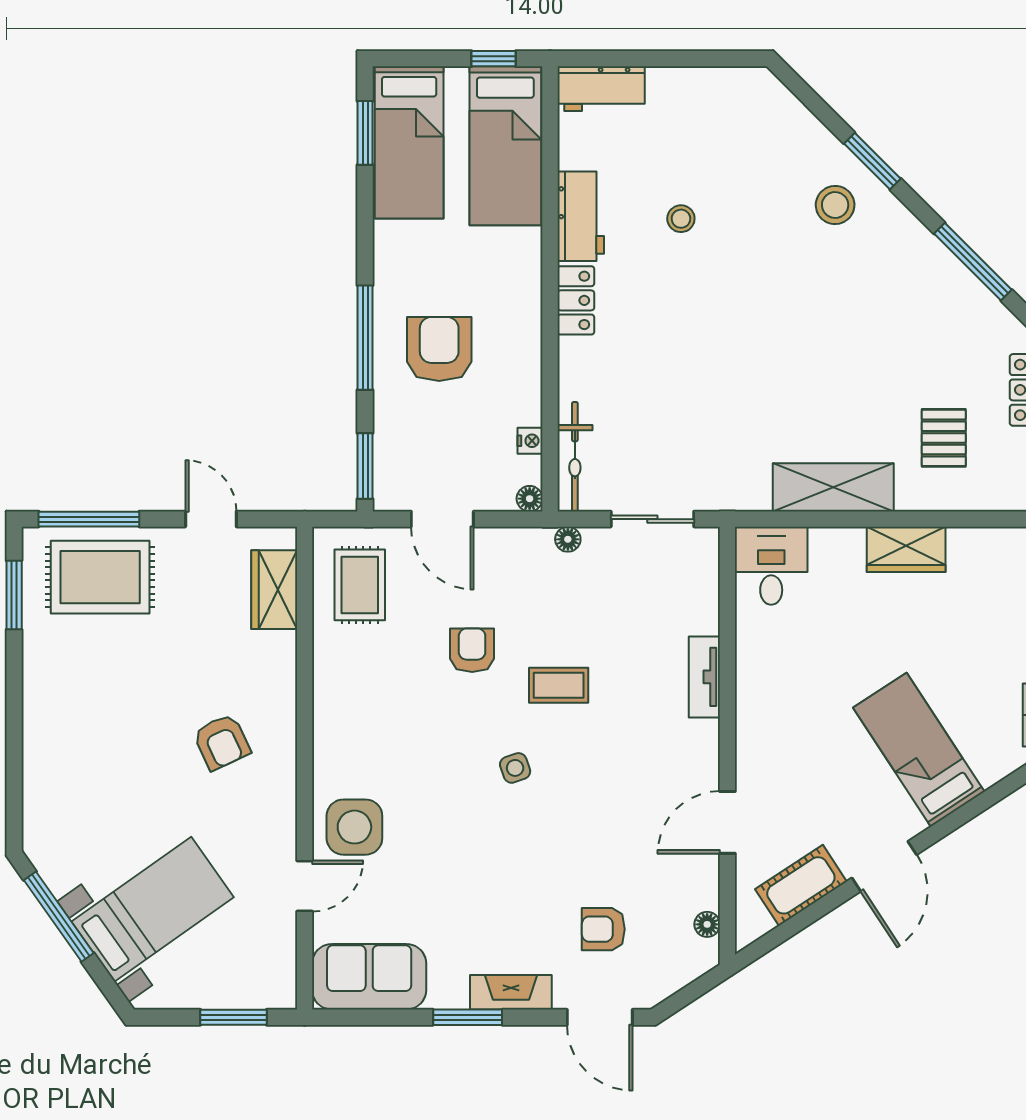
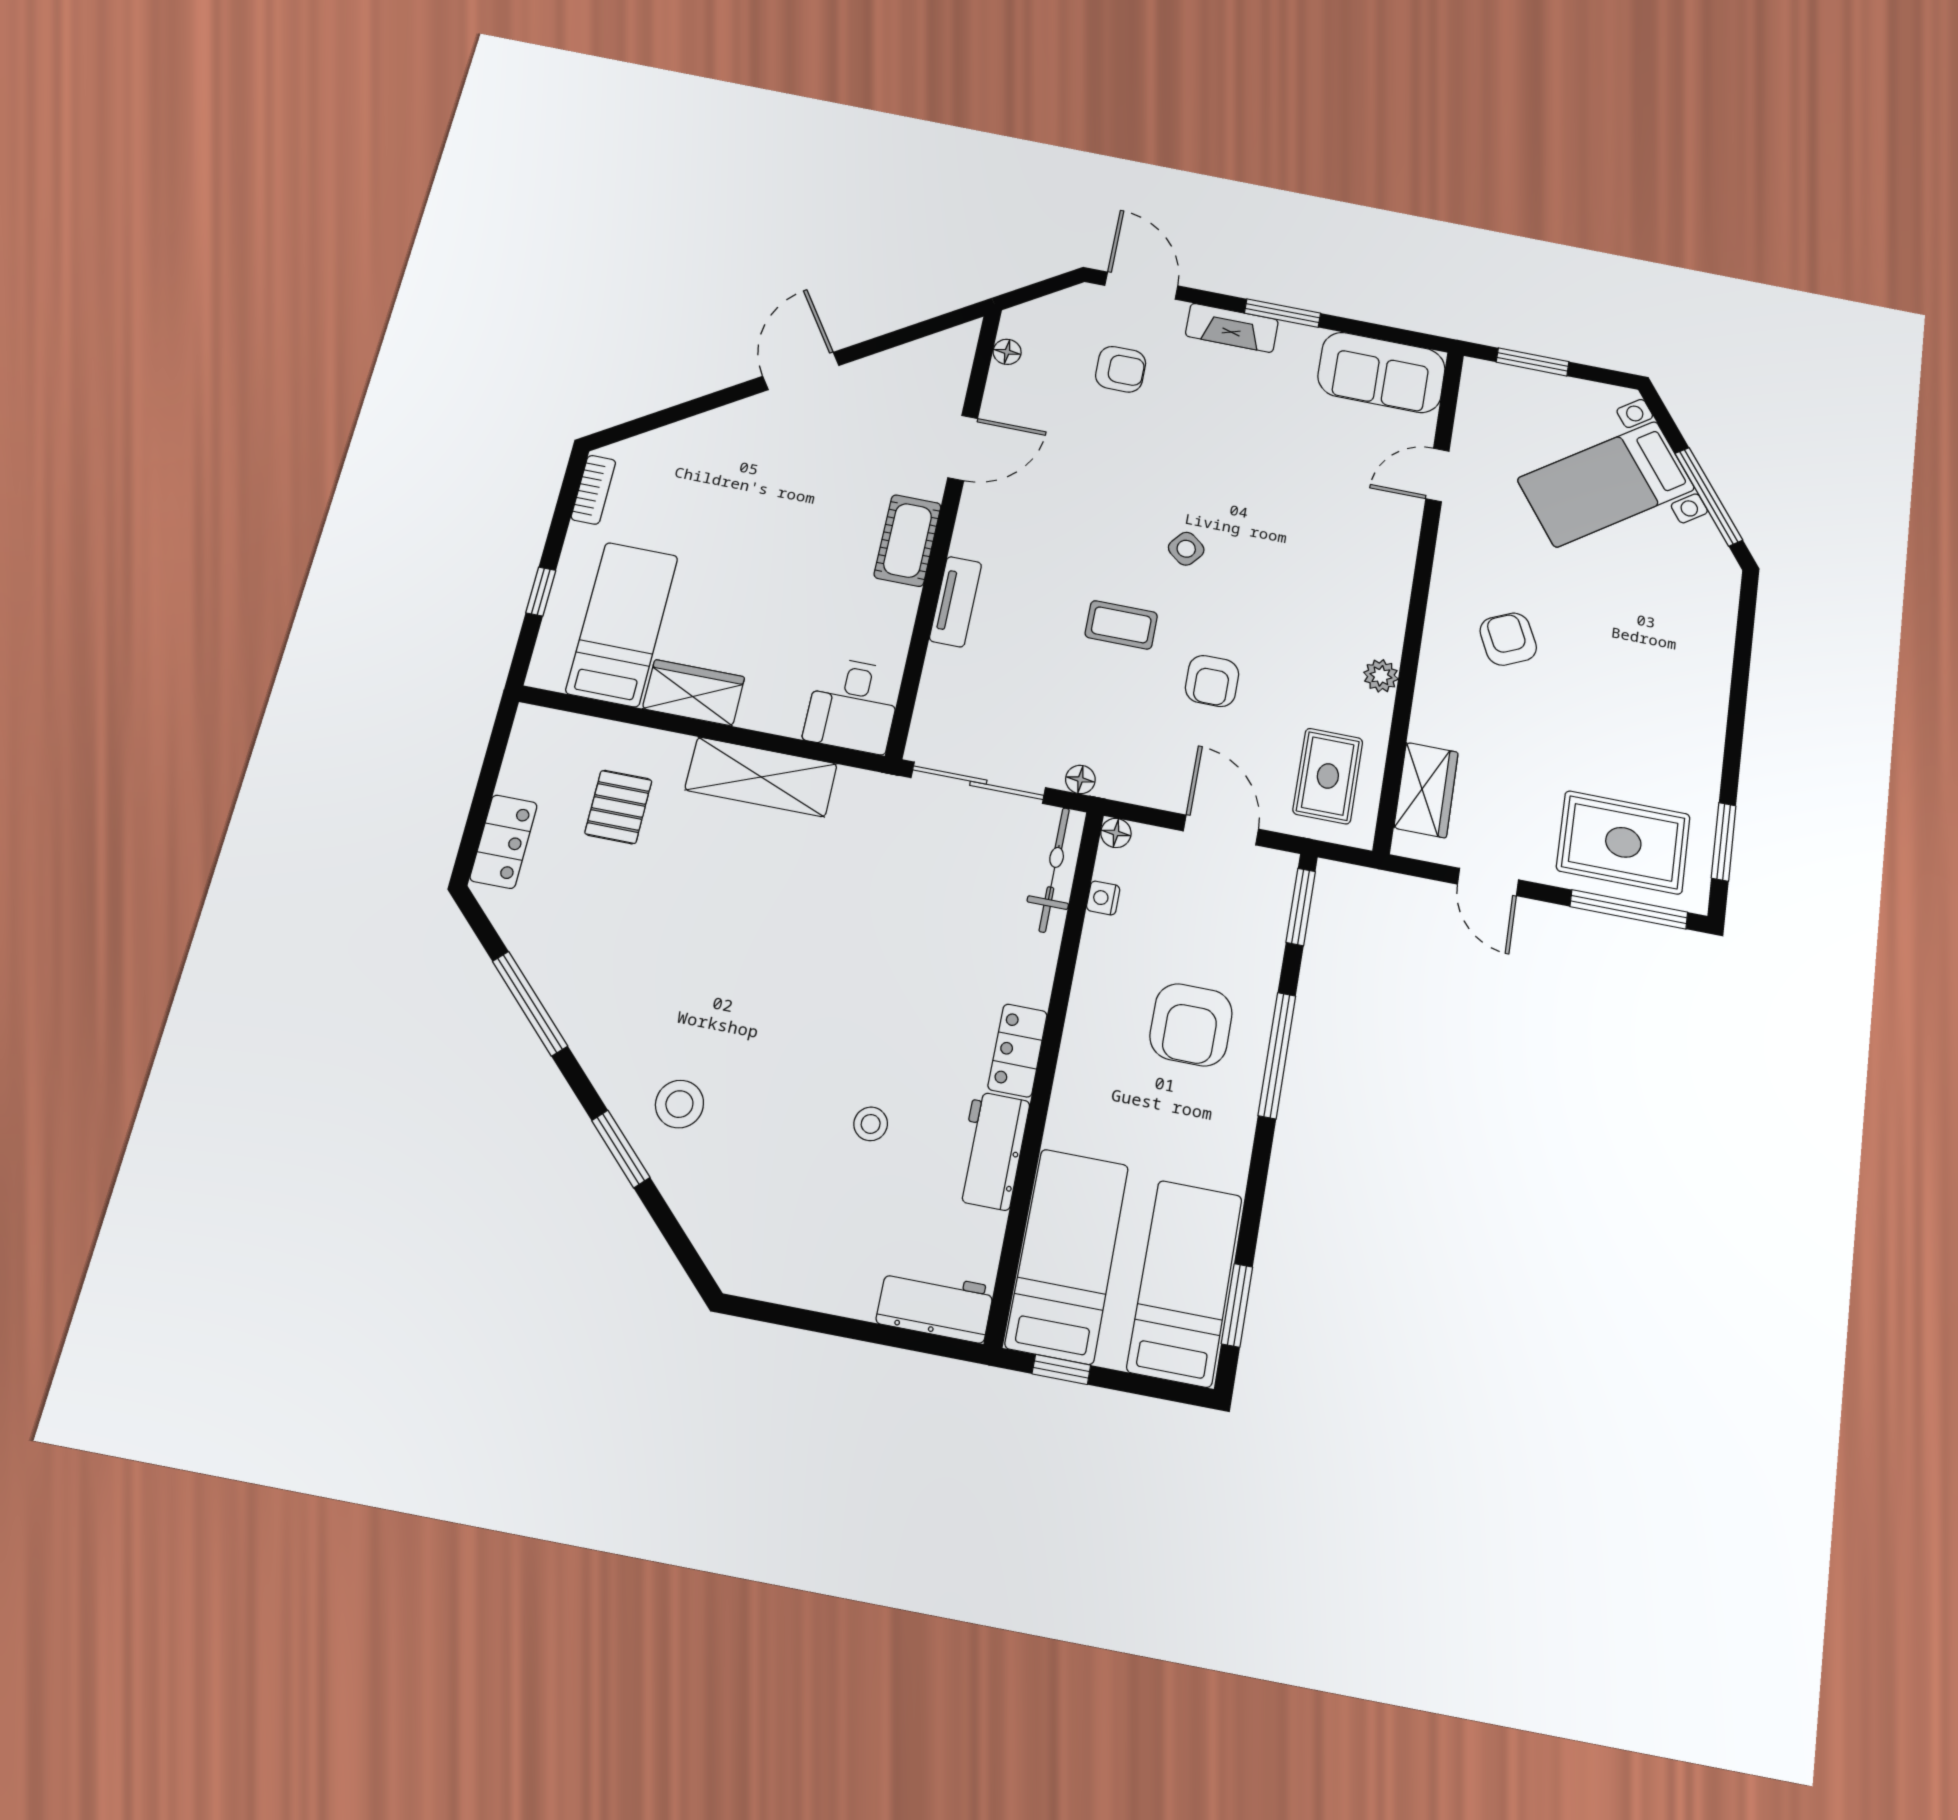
sliding door: (652, 519) -> (978, 783), width x1.37
plant: (328, 685) -> (1381, 676), added
bed: (919, 750) -> (622, 624), moved, turned -147
side table: (515, 768) -> (1186, 549), turned -32
side table: (354, 827) -> (1374, 523), removed
cot: (801, 885) -> (908, 540), moved, turned -57

